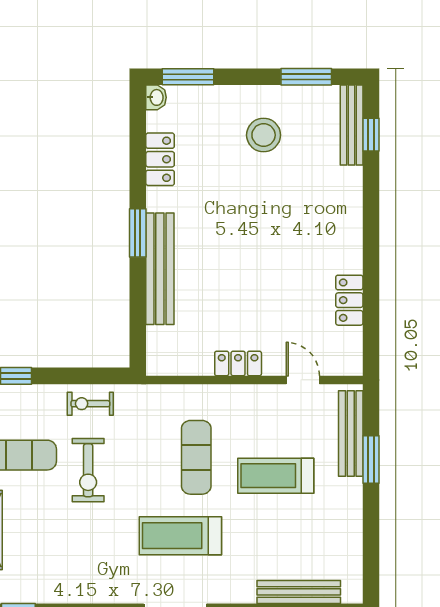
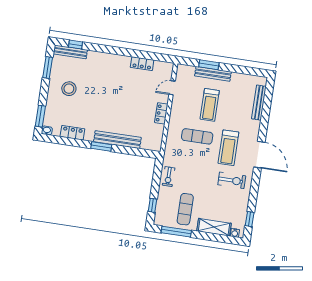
bench: (351, 434) -> (213, 74), moved
exercise bike: (88, 470) -> (232, 180), moved

